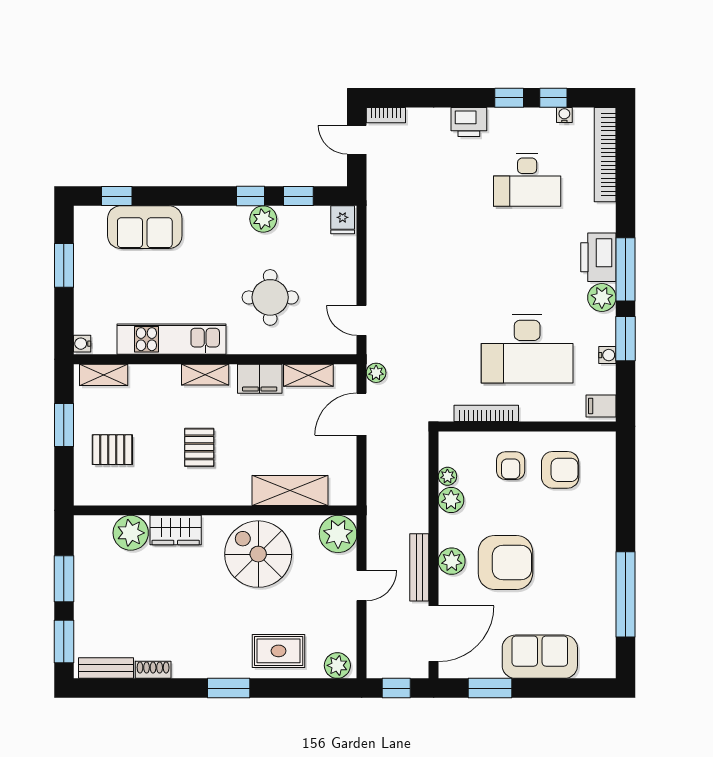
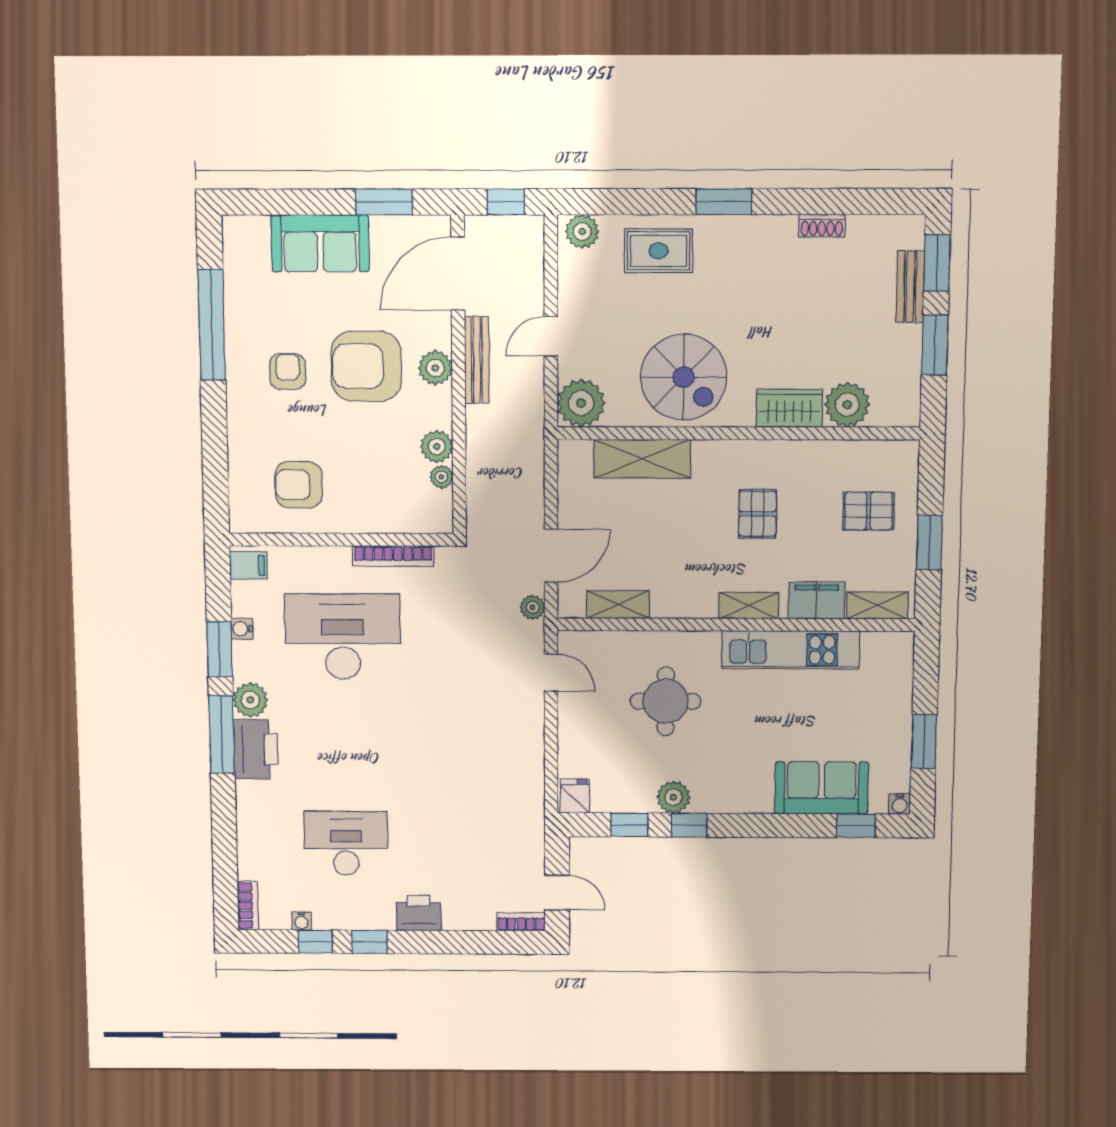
bookcase: (605, 155) -> (248, 906), width x0.43, depth x0.76
water cooler: (82, 344) -> (900, 804), moved, turned 90
filing cabinet: (260, 379) -> (817, 600), moved
armchair: (511, 466) -> (288, 372), moved
bench: (106, 668) -> (910, 287), moved, turned 90

